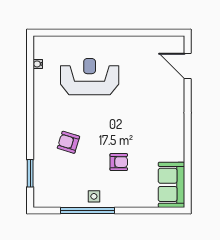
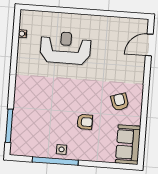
door: (188, 66) -> (149, 45), hinge flipped
armchair: (68, 142) -> (120, 102), moved, turned 55
window: (30, 173) -> (9, 126), width x1.44

